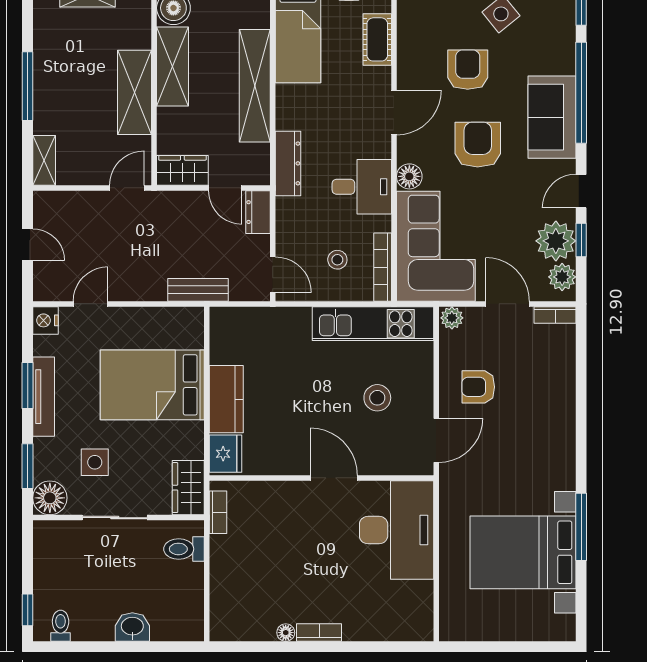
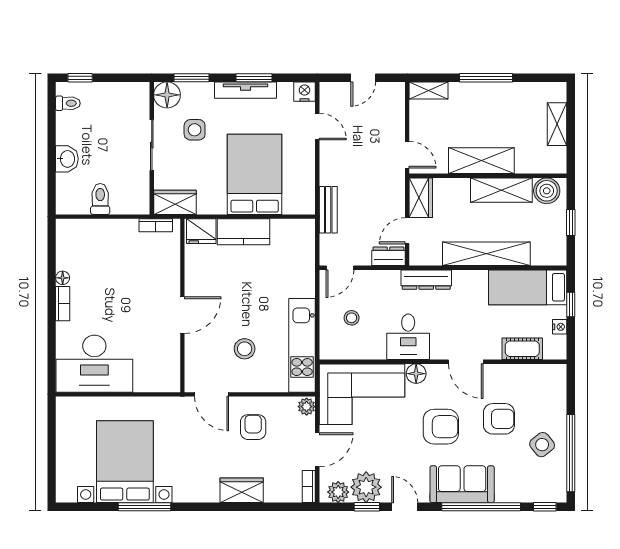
bookcase: (383, 267) -> (346, 353), removed
wardrobe: (560, 401) -> (242, 490), added
desk: (397, 530) -> (94, 364), moved
toilet: (184, 549) -> (100, 199), moved

